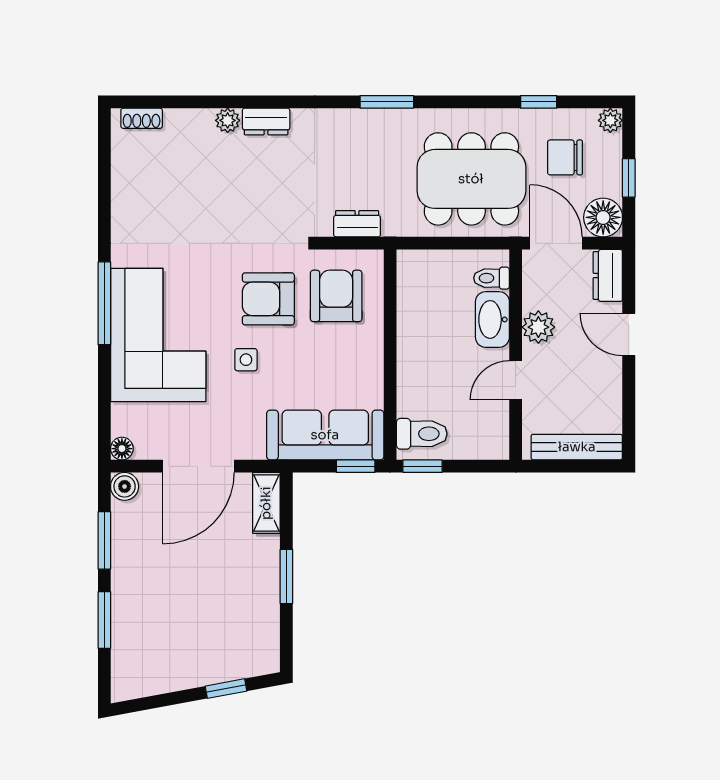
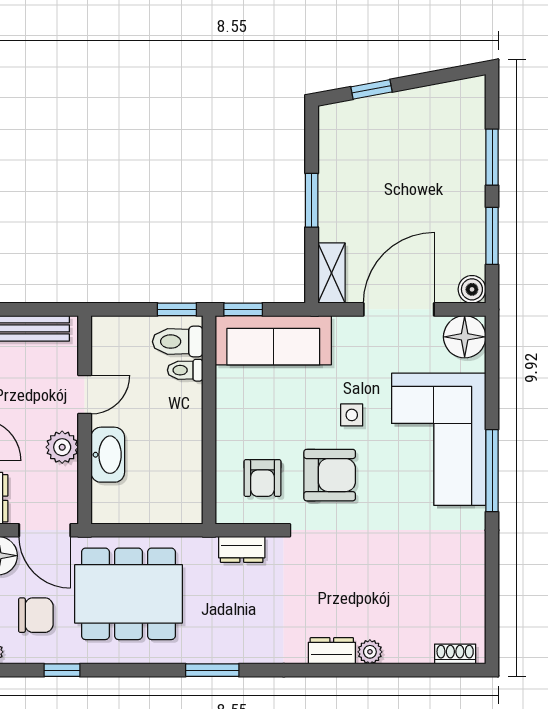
toilet: (492, 278) -> (185, 370), moved, turned 180
armchair: (336, 296) -> (262, 478), width x0.72, depth x0.72
floor lamp: (122, 449) -> (465, 337), width x1.89, depth x1.89

